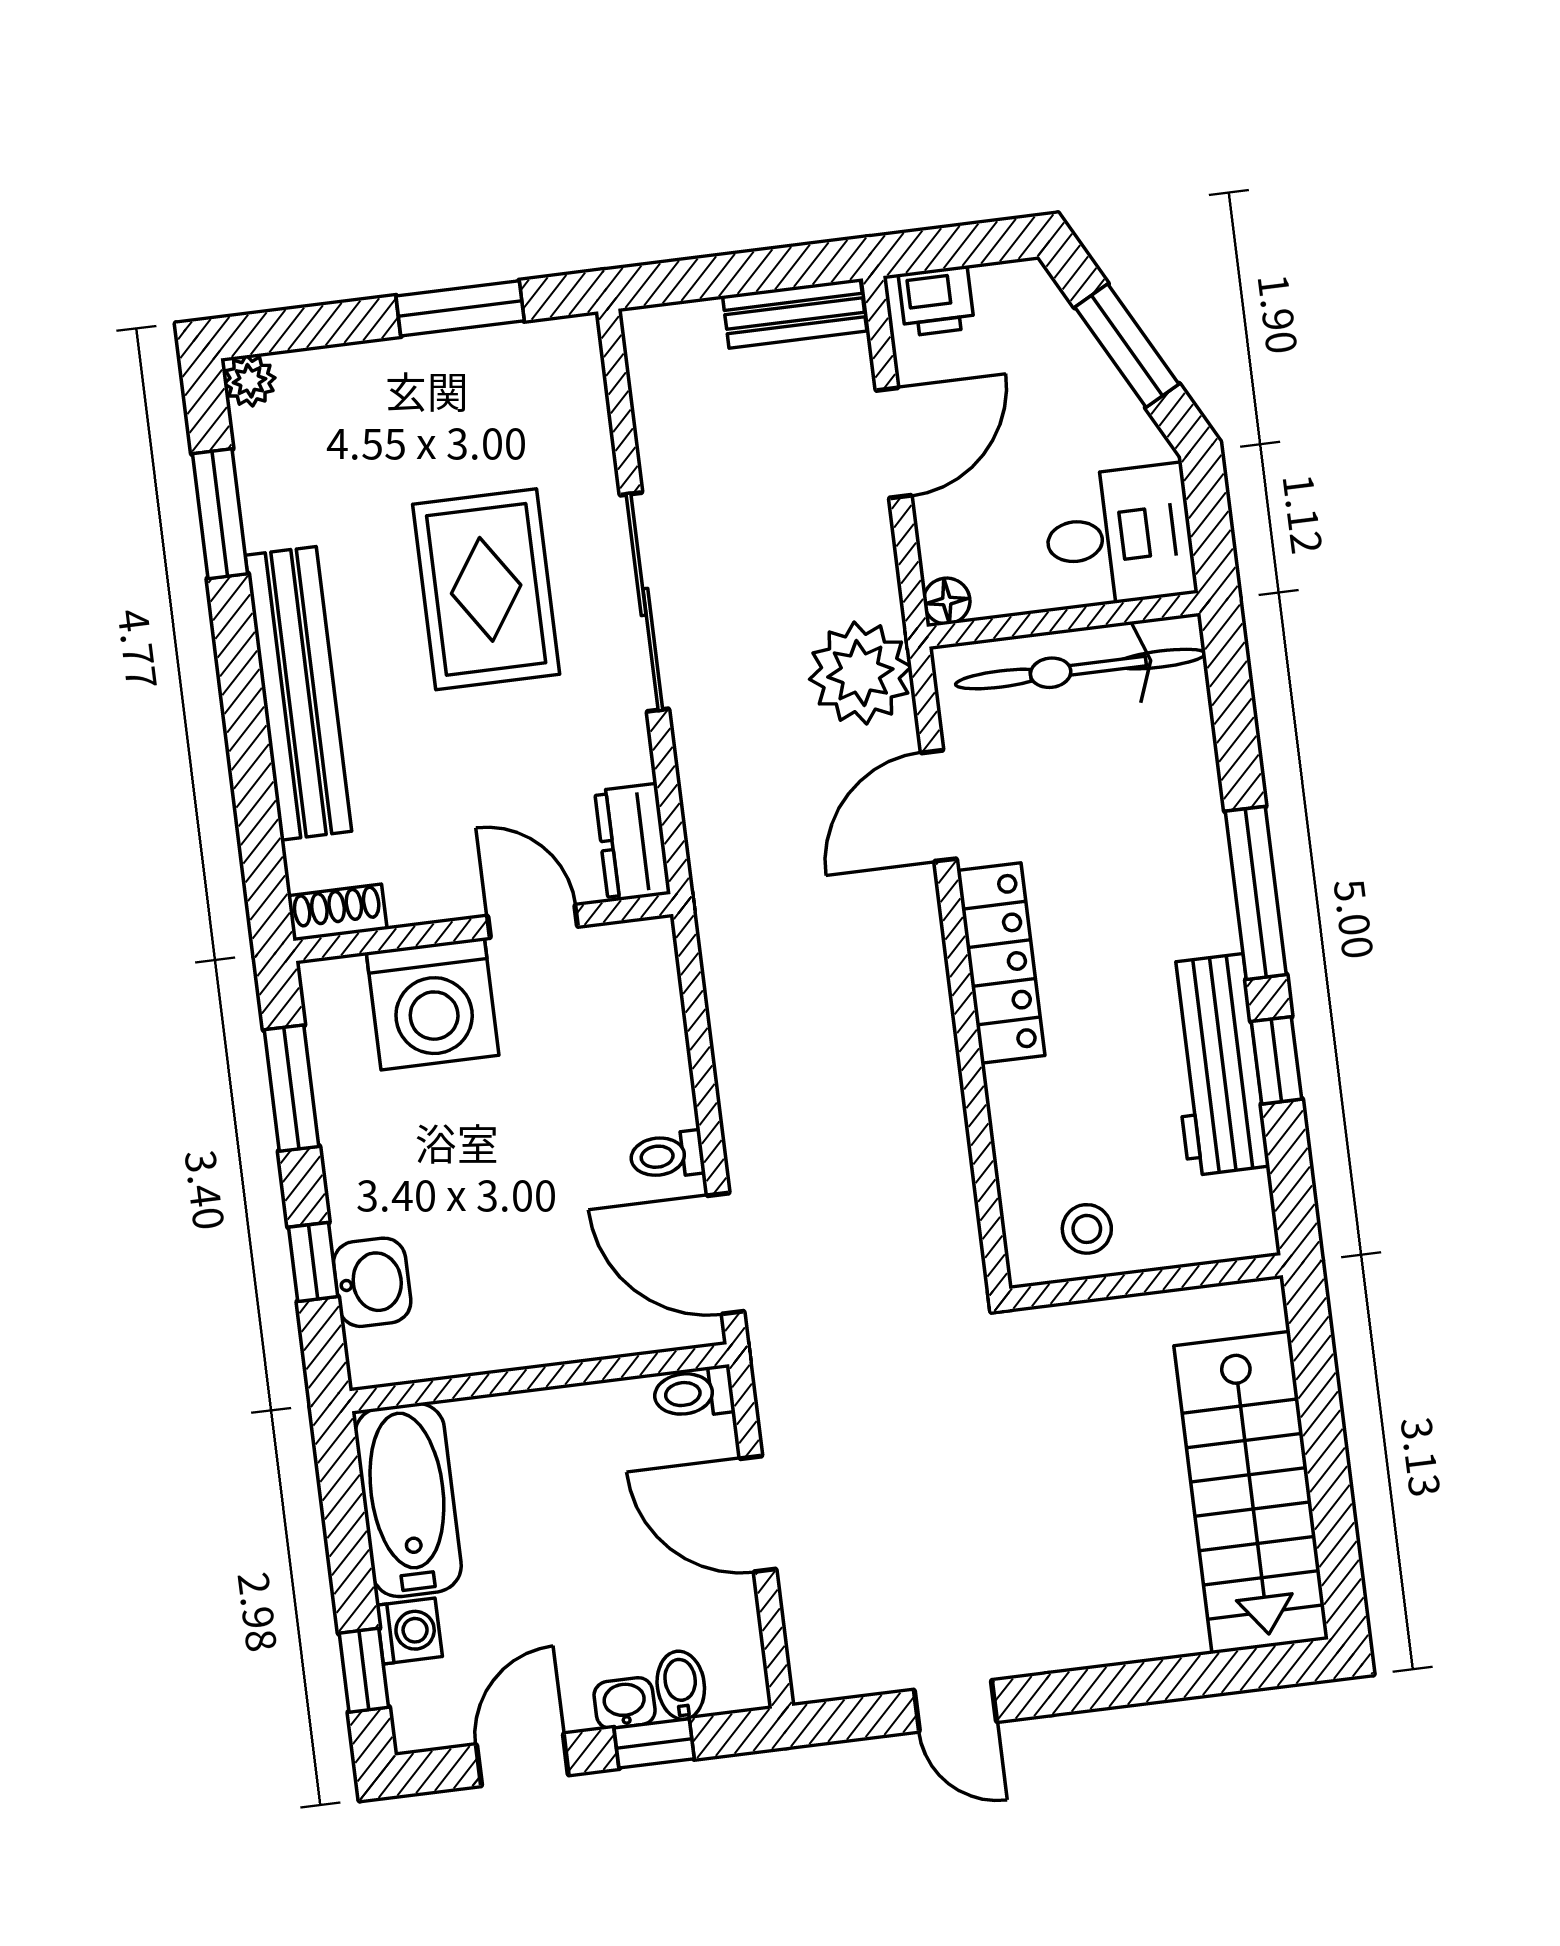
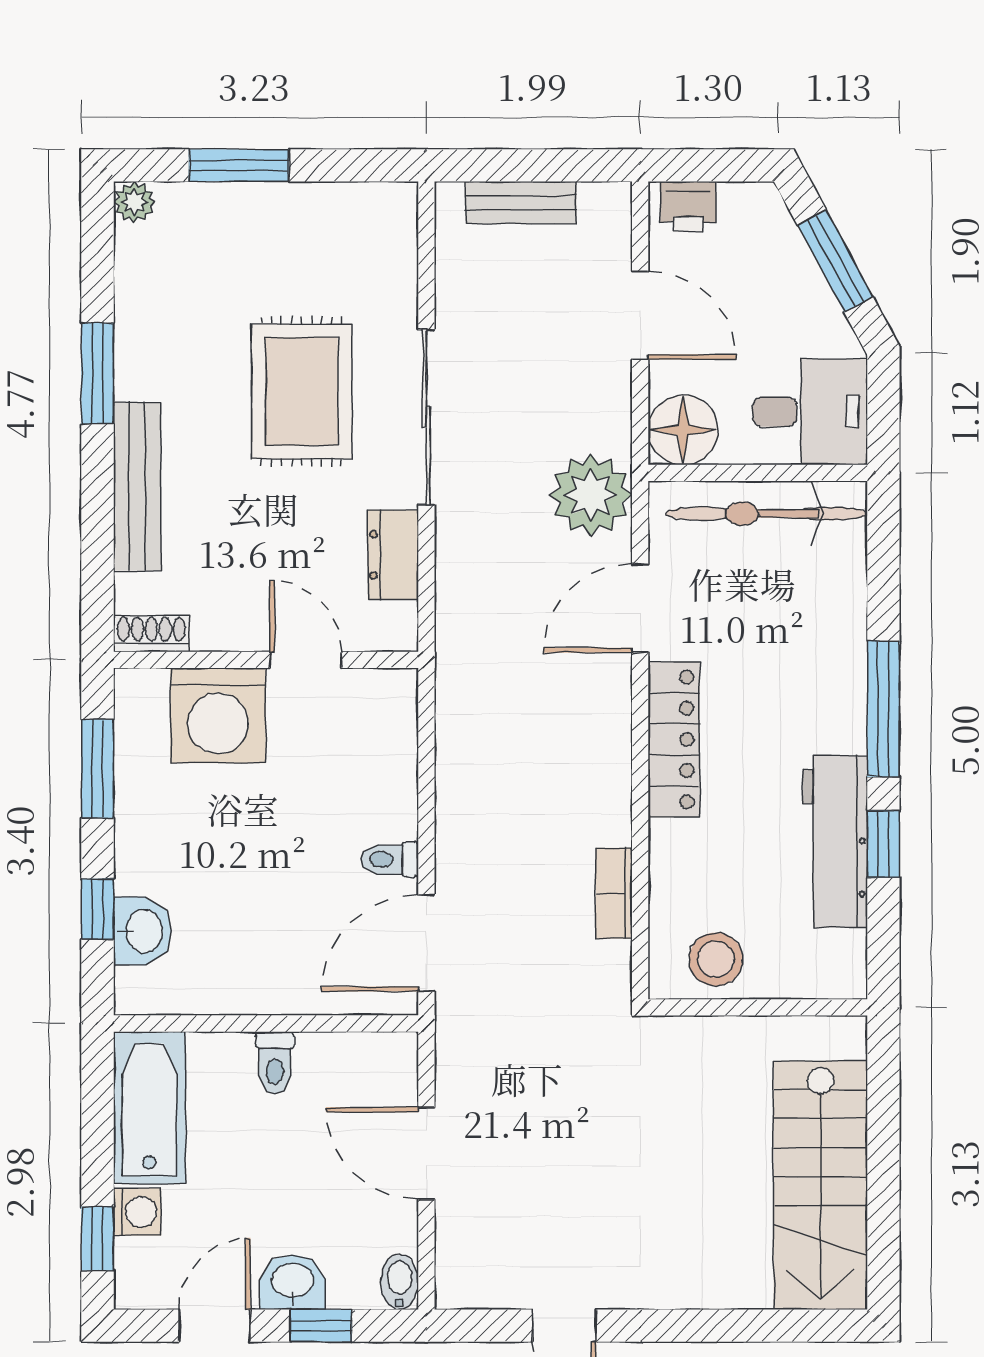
window: (460, 308) -> (239, 165), moved
bench: (795, 314) -> (521, 203), moved
door: (894, 443) -> (640, 315), hinge flipped
window: (220, 514) -> (98, 373), moved
floor lamp: (947, 601) -> (683, 430), width x1.89, depth x1.89
bench: (298, 693) -> (137, 486), width x0.73, depth x0.82
dresser: (633, 842) -> (393, 555), moved
bookcase: (950, 1163) -> (614, 893), added
stool: (1087, 1229) -> (716, 959), width x1.37, depth x1.37
door: (726, 1253) -> (426, 943), hinge flipped
toilet: (694, 1393) -> (275, 1063), moved, turned -90
bidet: (681, 1685) -> (399, 1282), moved
washbasin: (625, 1703) -> (292, 1282), width x1.38, depth x1.45

